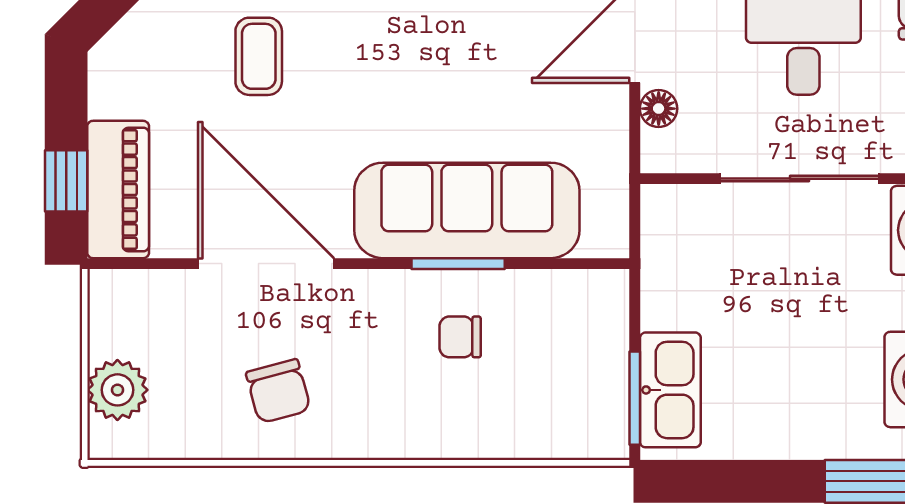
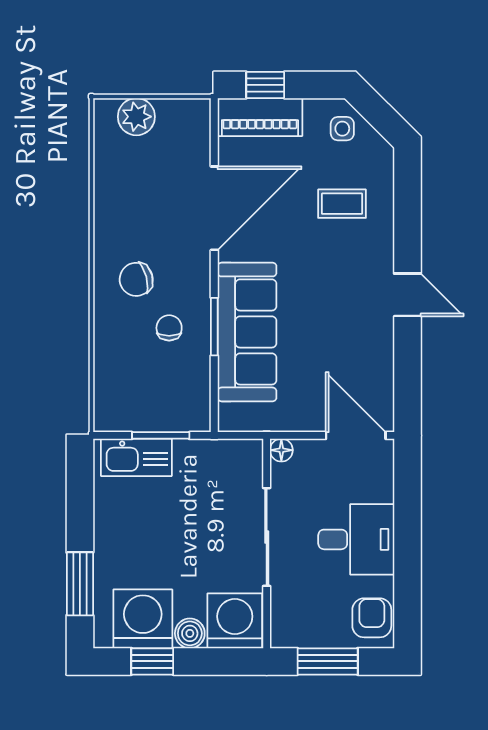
side table: (137, 56) -> (342, 129), added
floor lamp: (659, 109) -> (281, 450), moved
chair: (278, 391) -> (136, 279), moved
window: (635, 398) -> (161, 435), moved

